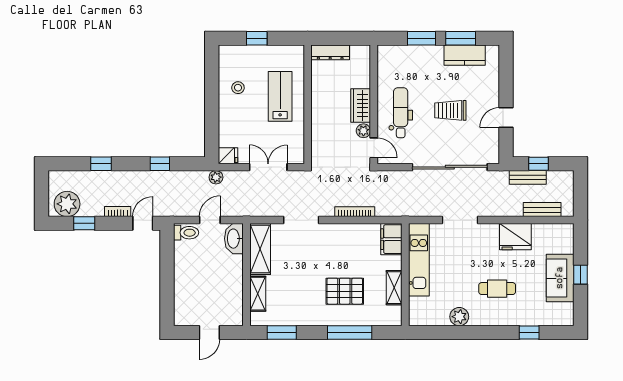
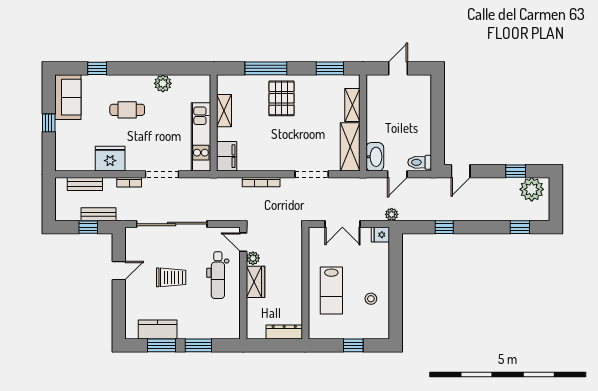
window: (101, 164) -> (520, 227), moved
bookcase: (118, 212) -> (129, 182), moved
sofa: (560, 278) -> (68, 97), moved
pallet: (345, 291) -> (281, 98), moved, turned 90

